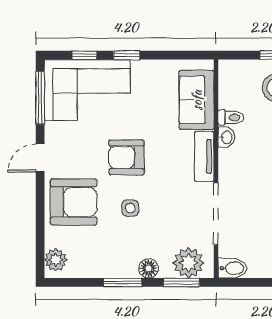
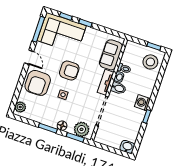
armchair: (126, 157) -> (69, 71), turned 180
door: (40, 158) -> (29, 57), swing flipped
armchair: (74, 202) -> (38, 83), turned 90
bidet: (233, 268) -> (118, 88), moved

